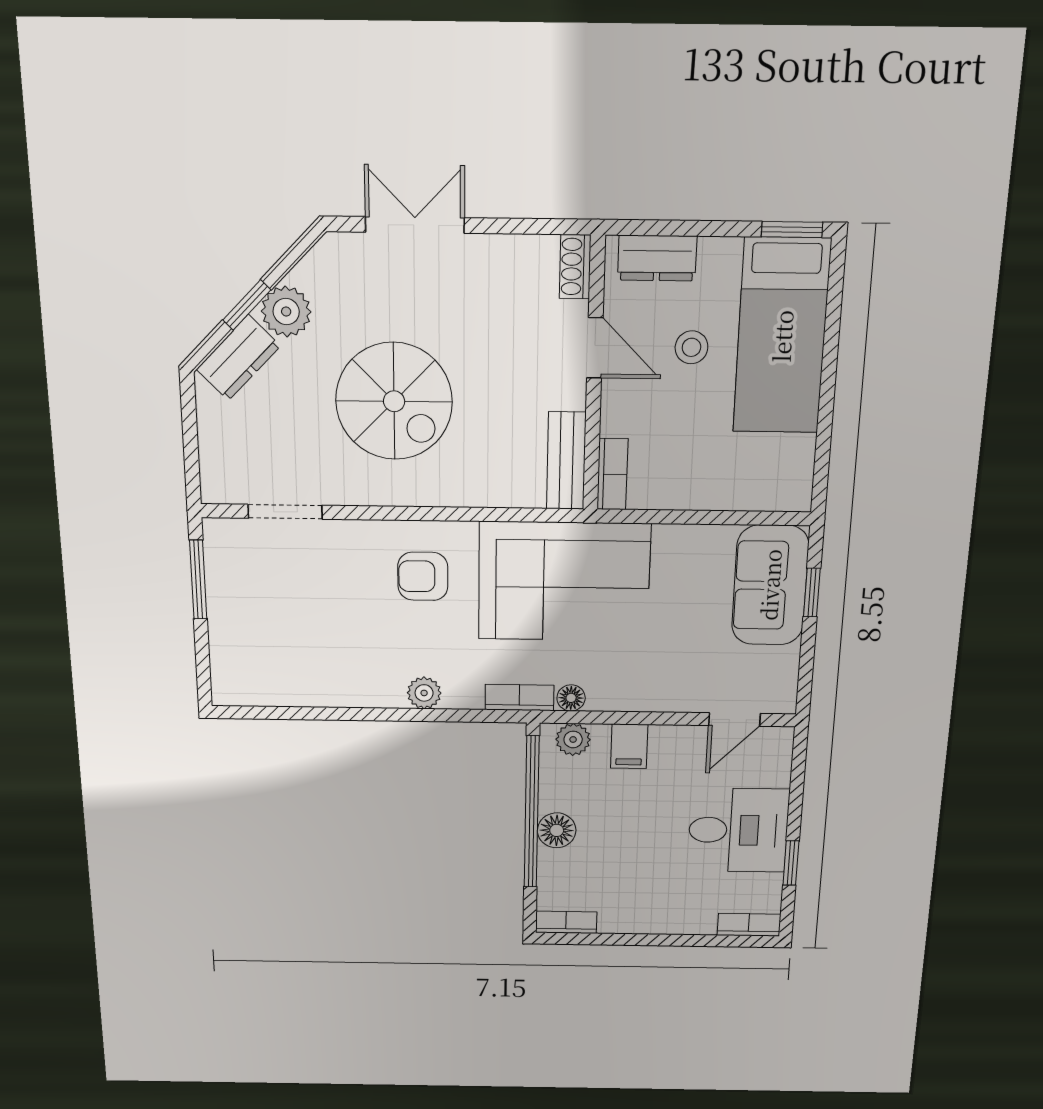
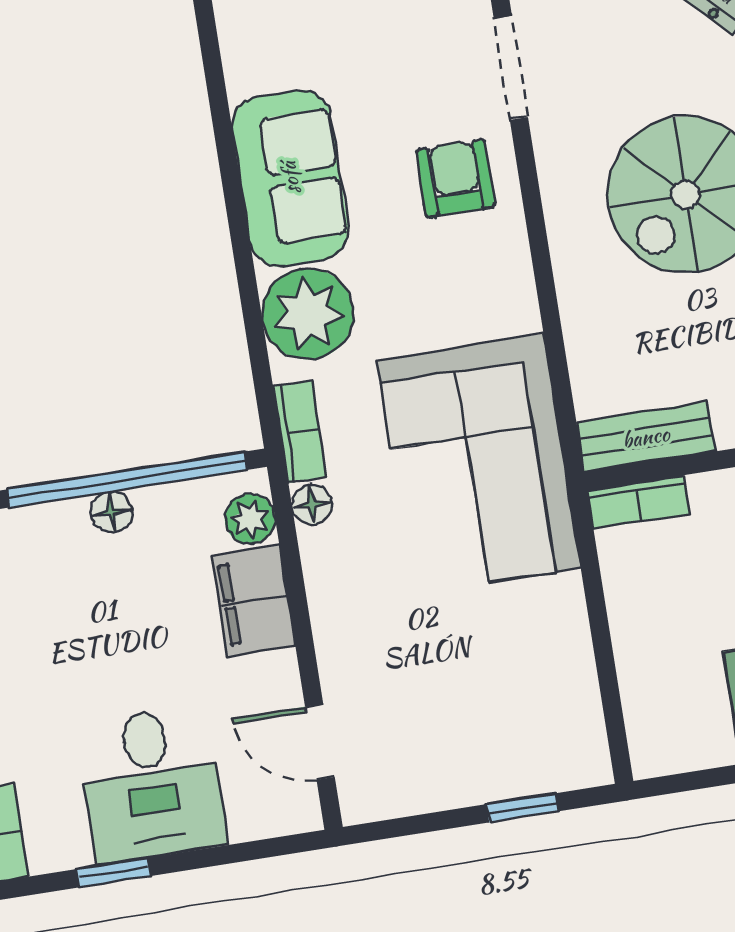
armchair: (423, 576) -> (455, 178), moved
sofa: (770, 585) -> (290, 178), moved, turned 90
plant: (424, 693) -> (308, 314), width x1.88, depth x1.88
filing cabinet: (629, 746) -> (254, 601), width x2.00
floor lamp: (557, 830) -> (112, 512), width x0.73, depth x0.73

